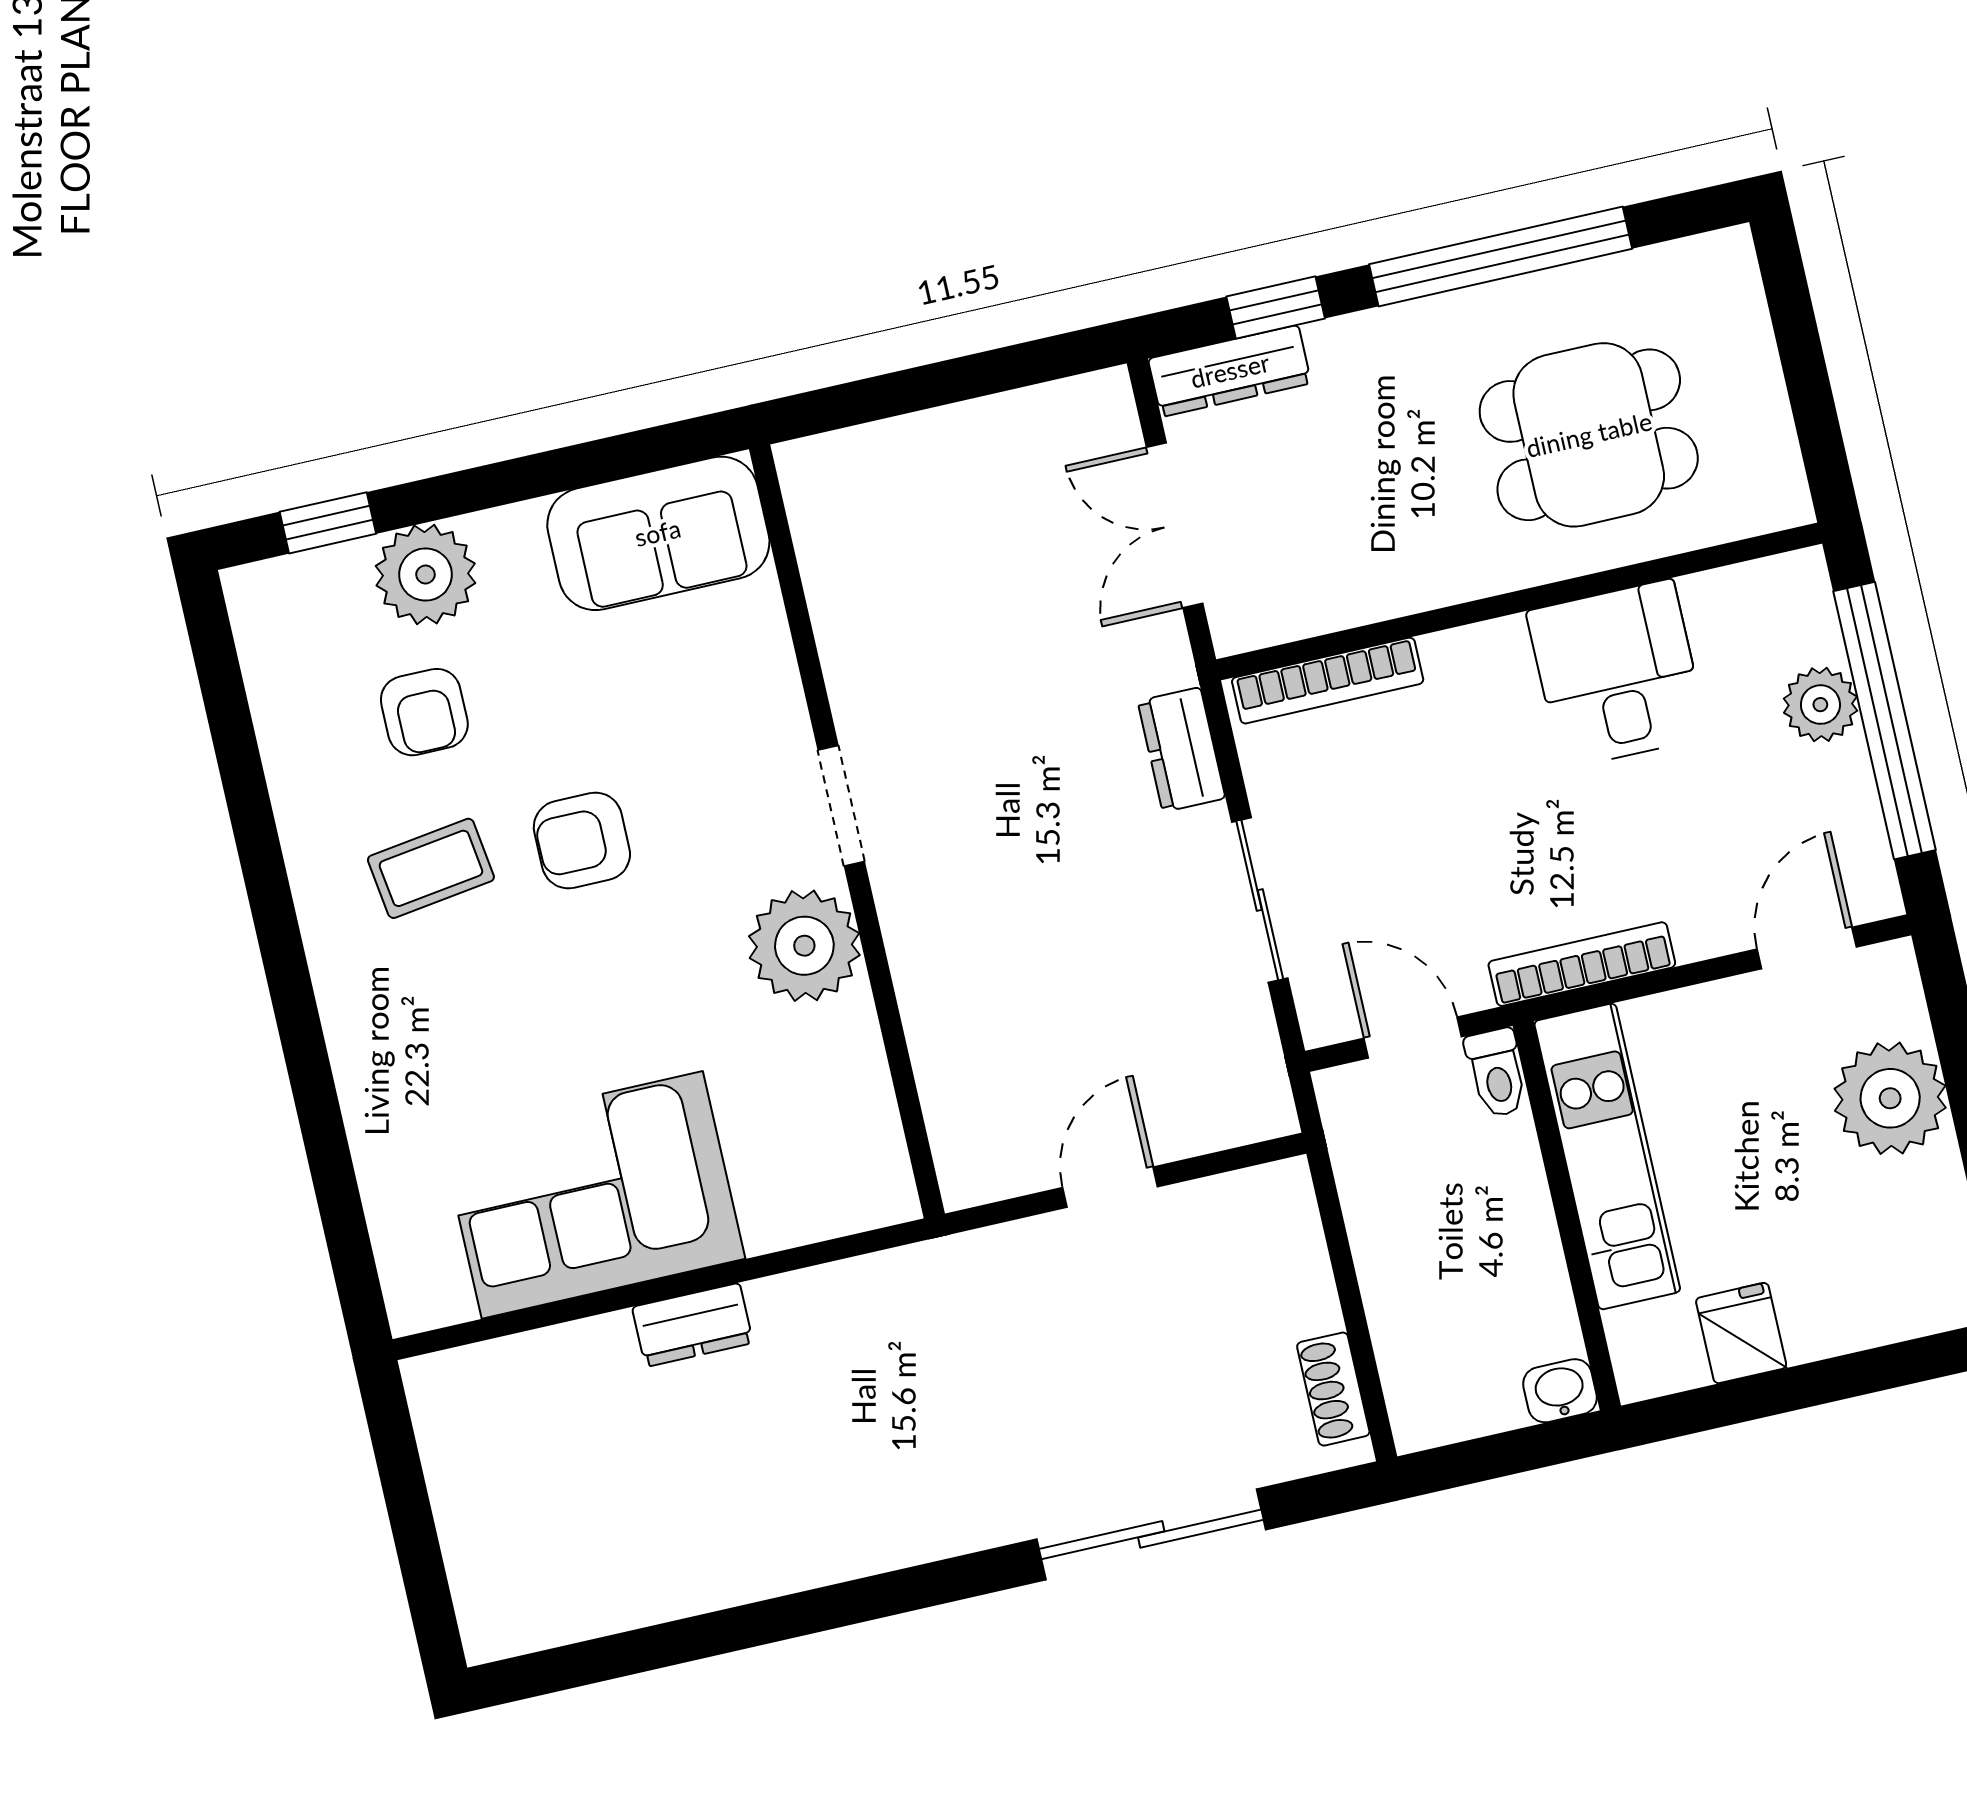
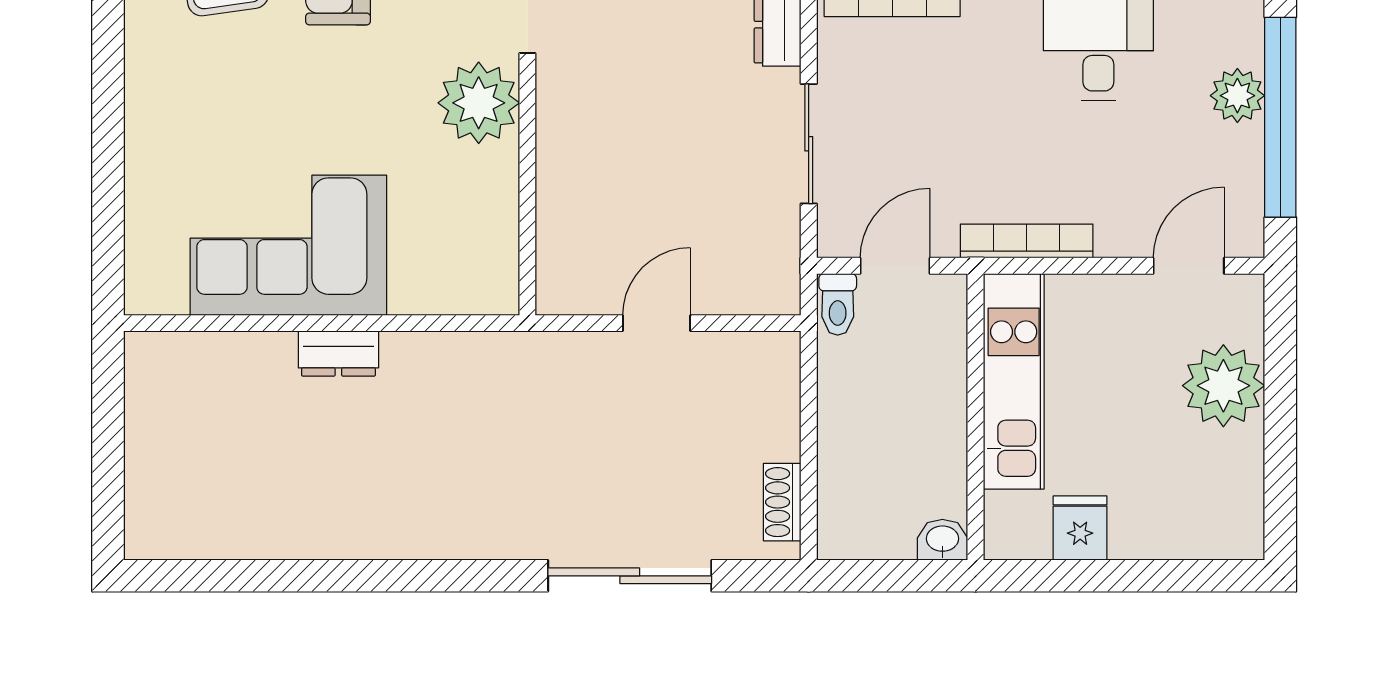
door: (1413, 1037) -> (895, 266), hinge flipped
toilet: (1497, 1073) -> (838, 304), moved

